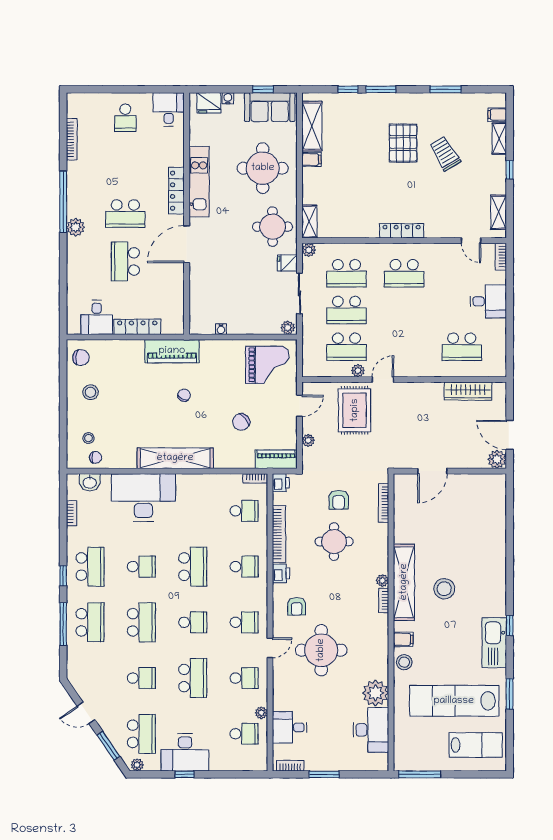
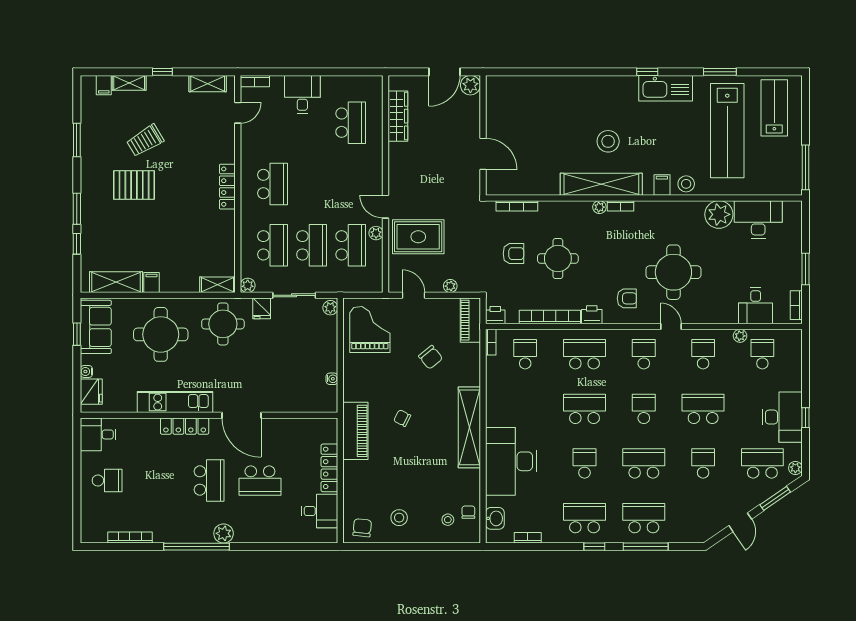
school desk: (244, 567) -> (584, 354), width x1.85

